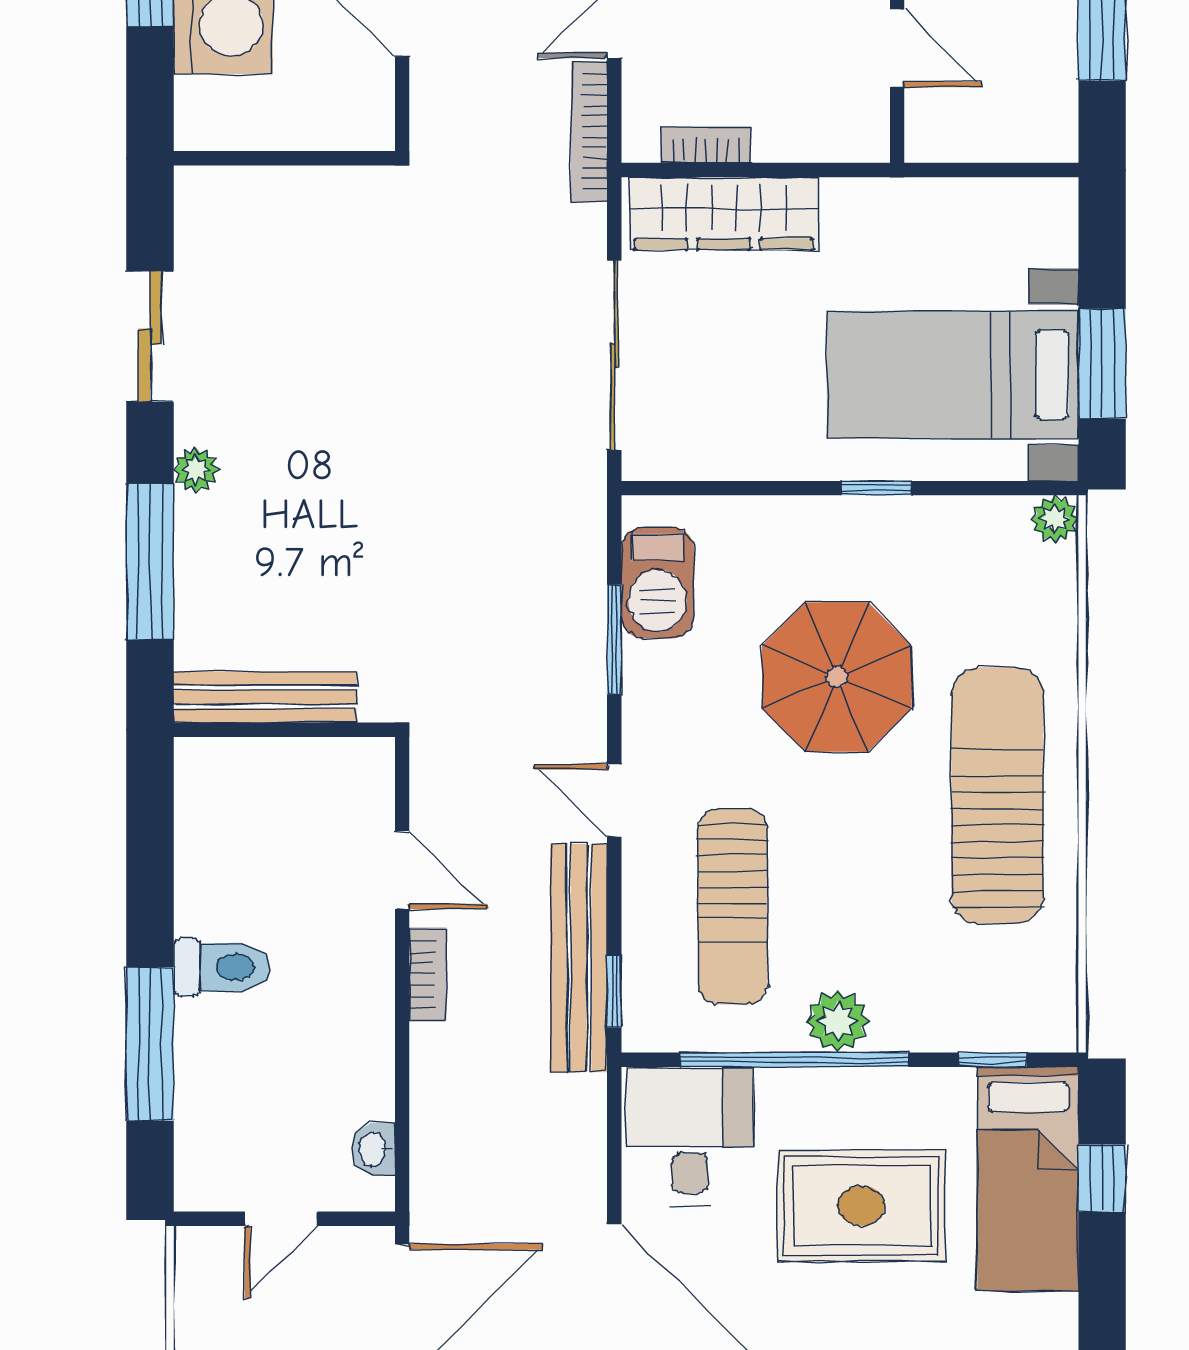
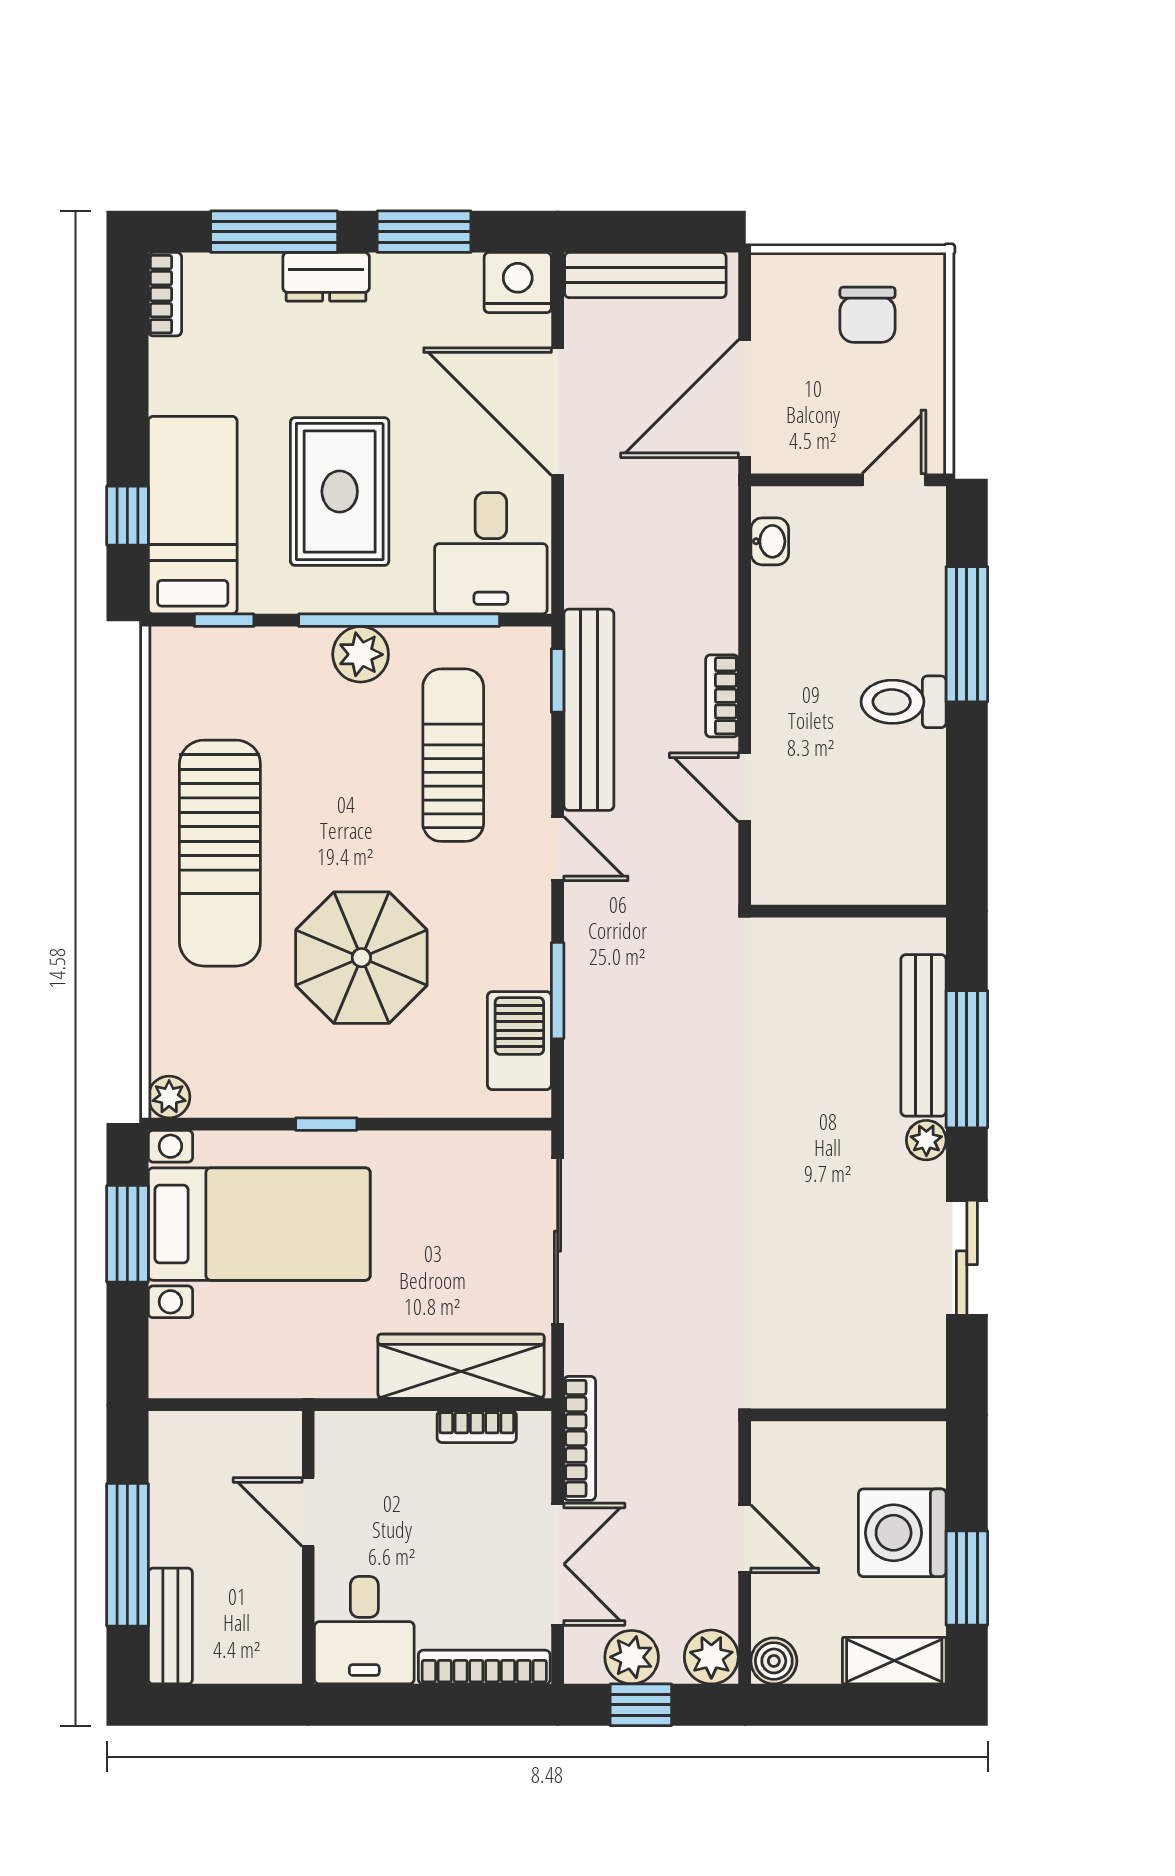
bench: (265, 697) -> (923, 1035), moved, turned 90
rug: (861, 1206) -> (340, 492), turned 90
door: (281, 1219) -> (894, 480), moved

